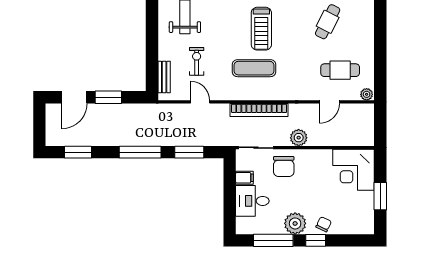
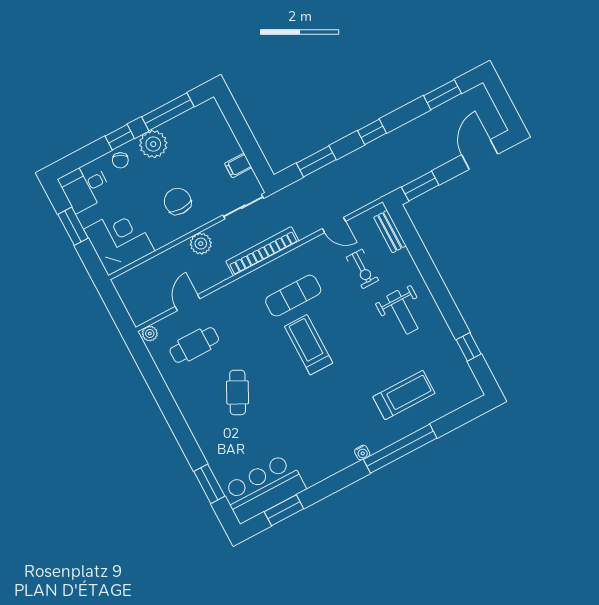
window: (108, 97) -> (420, 186), moved
window: (140, 152) -> (372, 132), width x0.46
chair: (284, 166) -> (178, 201), moved
desk: (252, 201) -> (85, 187), moved, turned 180

